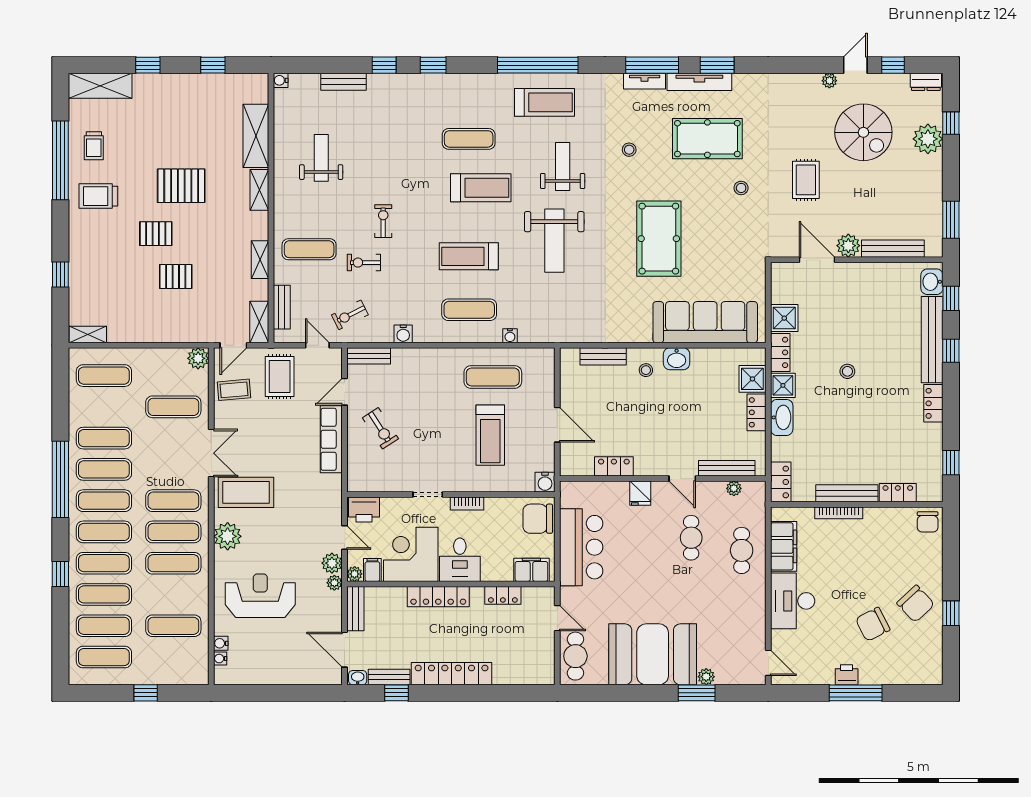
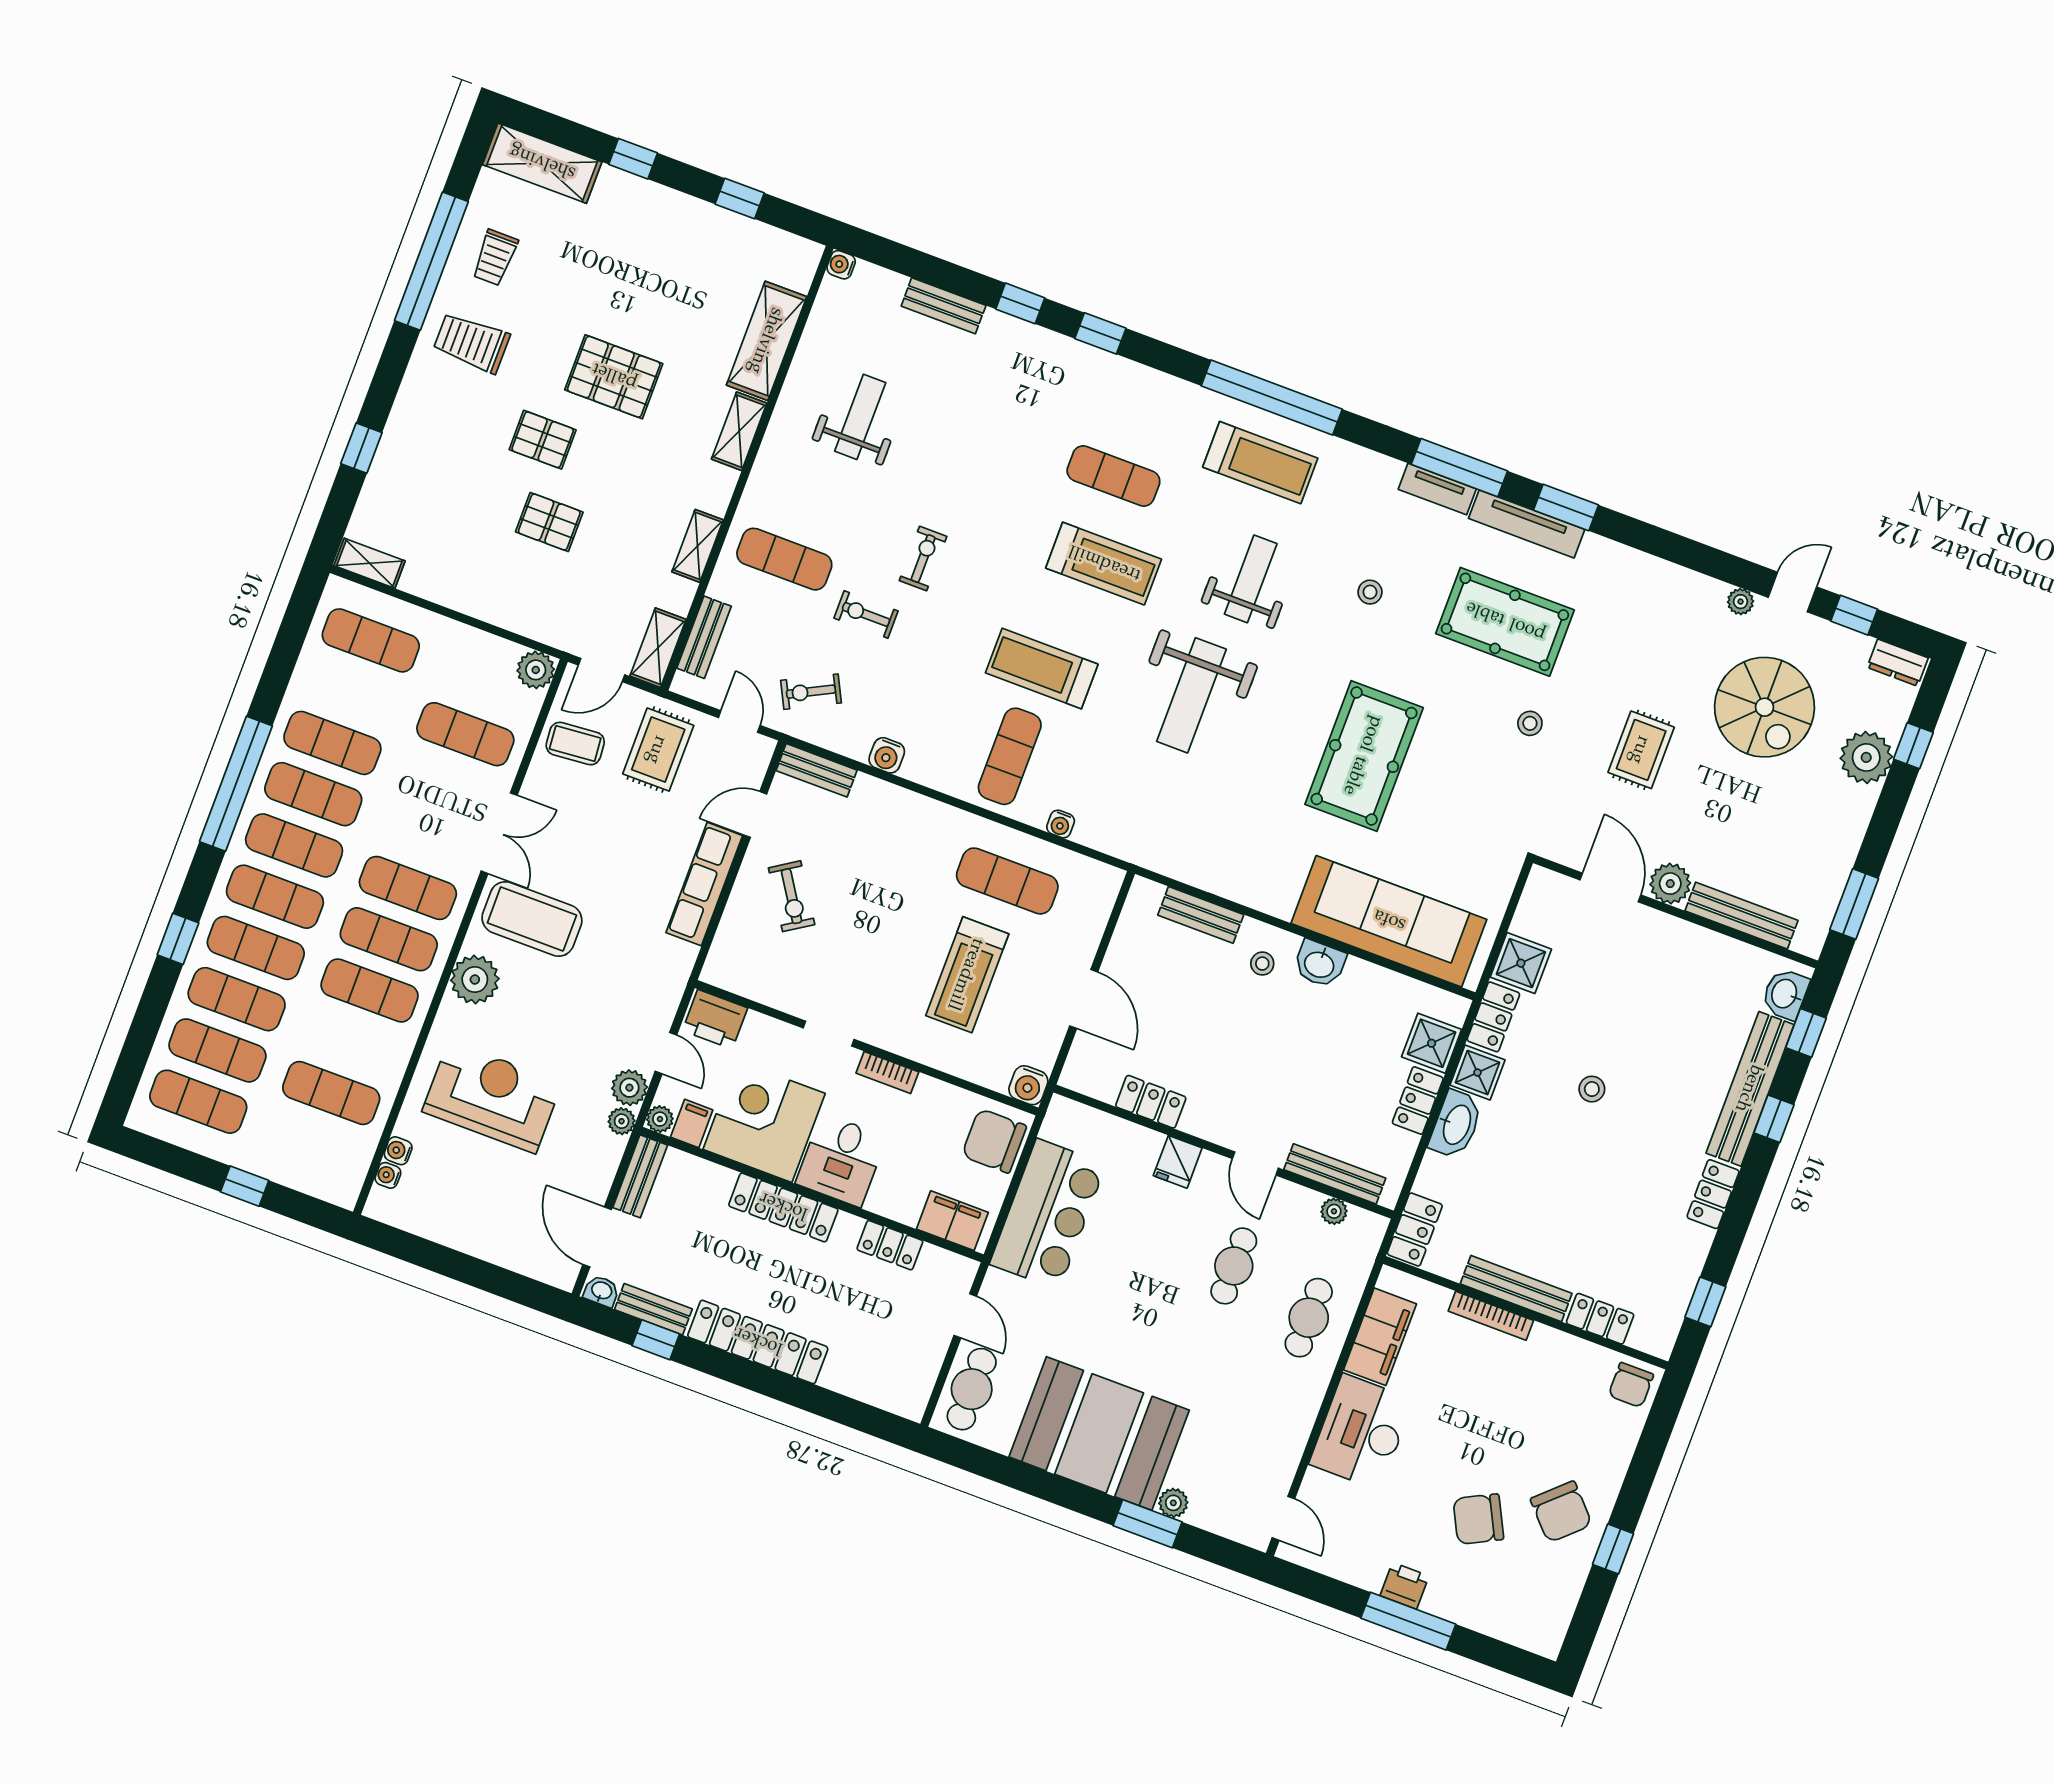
exercise mat: (469, 310) -> (1010, 756), turned 90

